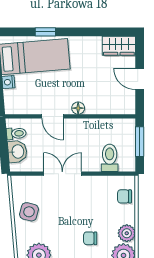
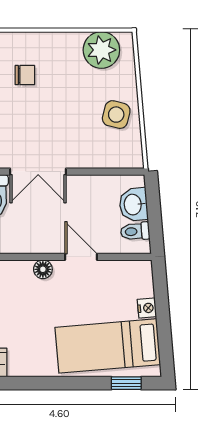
window: (45, 32) -> (126, 383), moved
double door: (62, 174) -> (38, 172), moved

